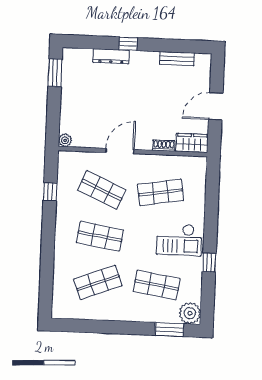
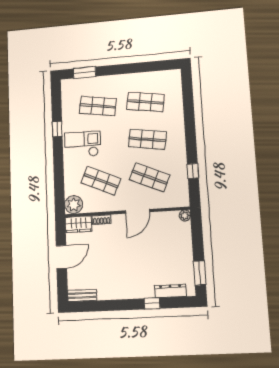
window: (128, 44) -> (152, 303), moved
dresser: (111, 56) -> (170, 291), moved
bench: (177, 59) -> (82, 295), moved
shop shelf: (161, 192) -> (101, 181), turned 33
shop shelf: (98, 283) -> (145, 102), turned 30
plant: (190, 313) -> (74, 205), moved

